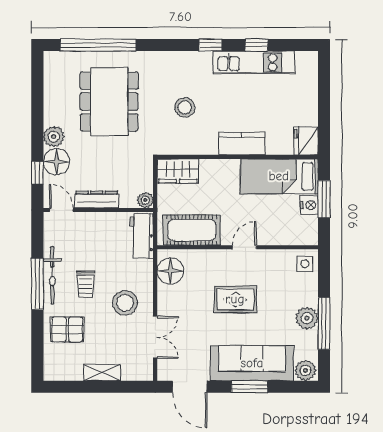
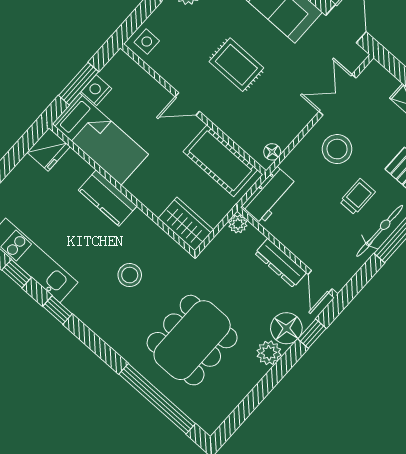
floor lamp: (170, 271) -> (272, 152), width x0.53, depth x0.53

